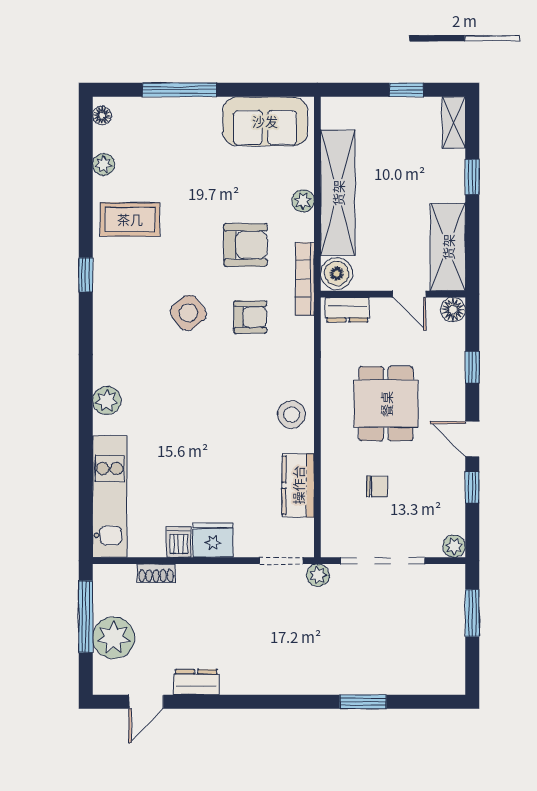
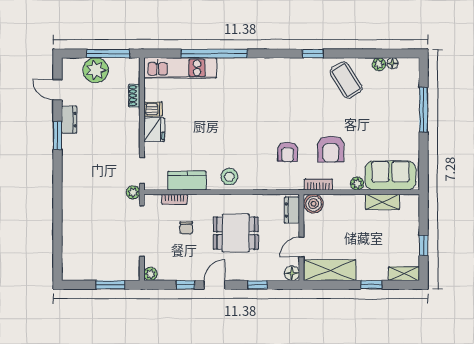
floor lamp: (102, 116) -> (392, 63), moved
sofa: (265, 121) -> (390, 175), moved, turned 90
shelving: (338, 193) -> (383, 202), width x0.45, depth x0.75
coffee table: (130, 219) -> (346, 80), turned -32
bookcase: (305, 279) -> (318, 185), width x0.64
side table: (188, 313) -> (290, 115), removed
plant: (107, 401) -> (238, 66), removed
window: (86, 440) -> (214, 54), added
bookcase: (329, 506) -> (174, 199), added
window: (363, 702) -> (57, 135), moved

